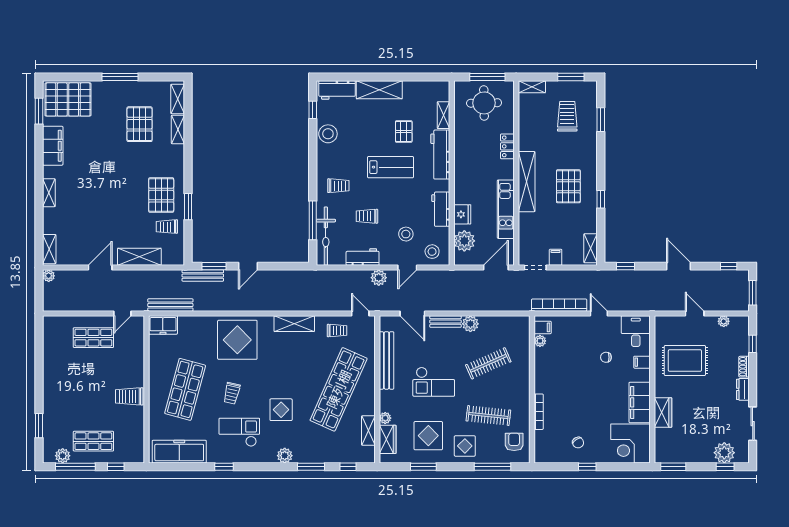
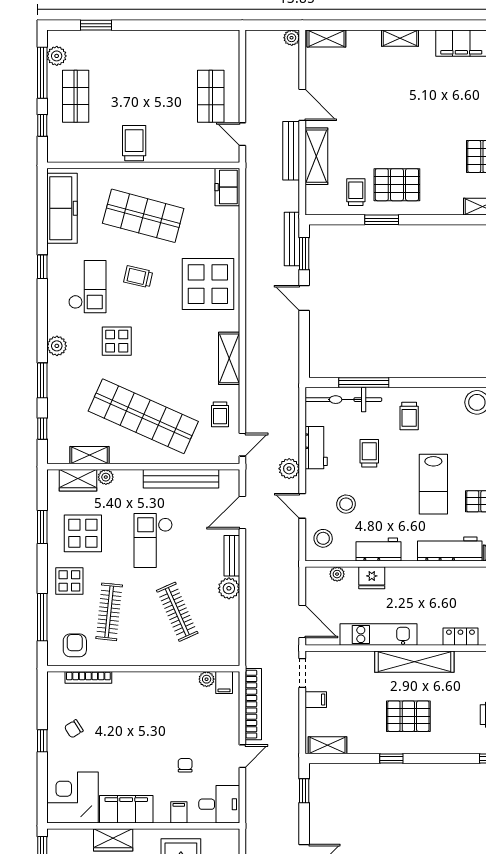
plant: (464, 241) -> (337, 574), width x0.53, depth x0.53
bench: (170, 305) -> (291, 151), moved
bookcase: (539, 412) -> (88, 677), moved
armchair: (514, 442) -> (75, 645), turned -90

